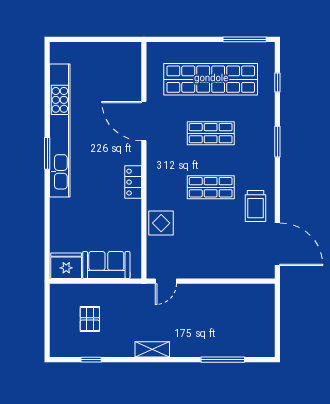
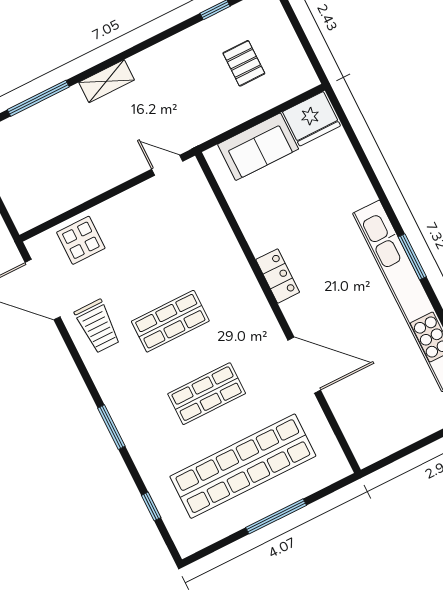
window: (245, 39) -> (276, 516), moved
trolley: (255, 206) -> (98, 326), turned 180
display table: (161, 223) -> (81, 240), moved
door: (166, 281) -> (167, 165), hinge flipped
shelving: (152, 349) -> (107, 81), moved

